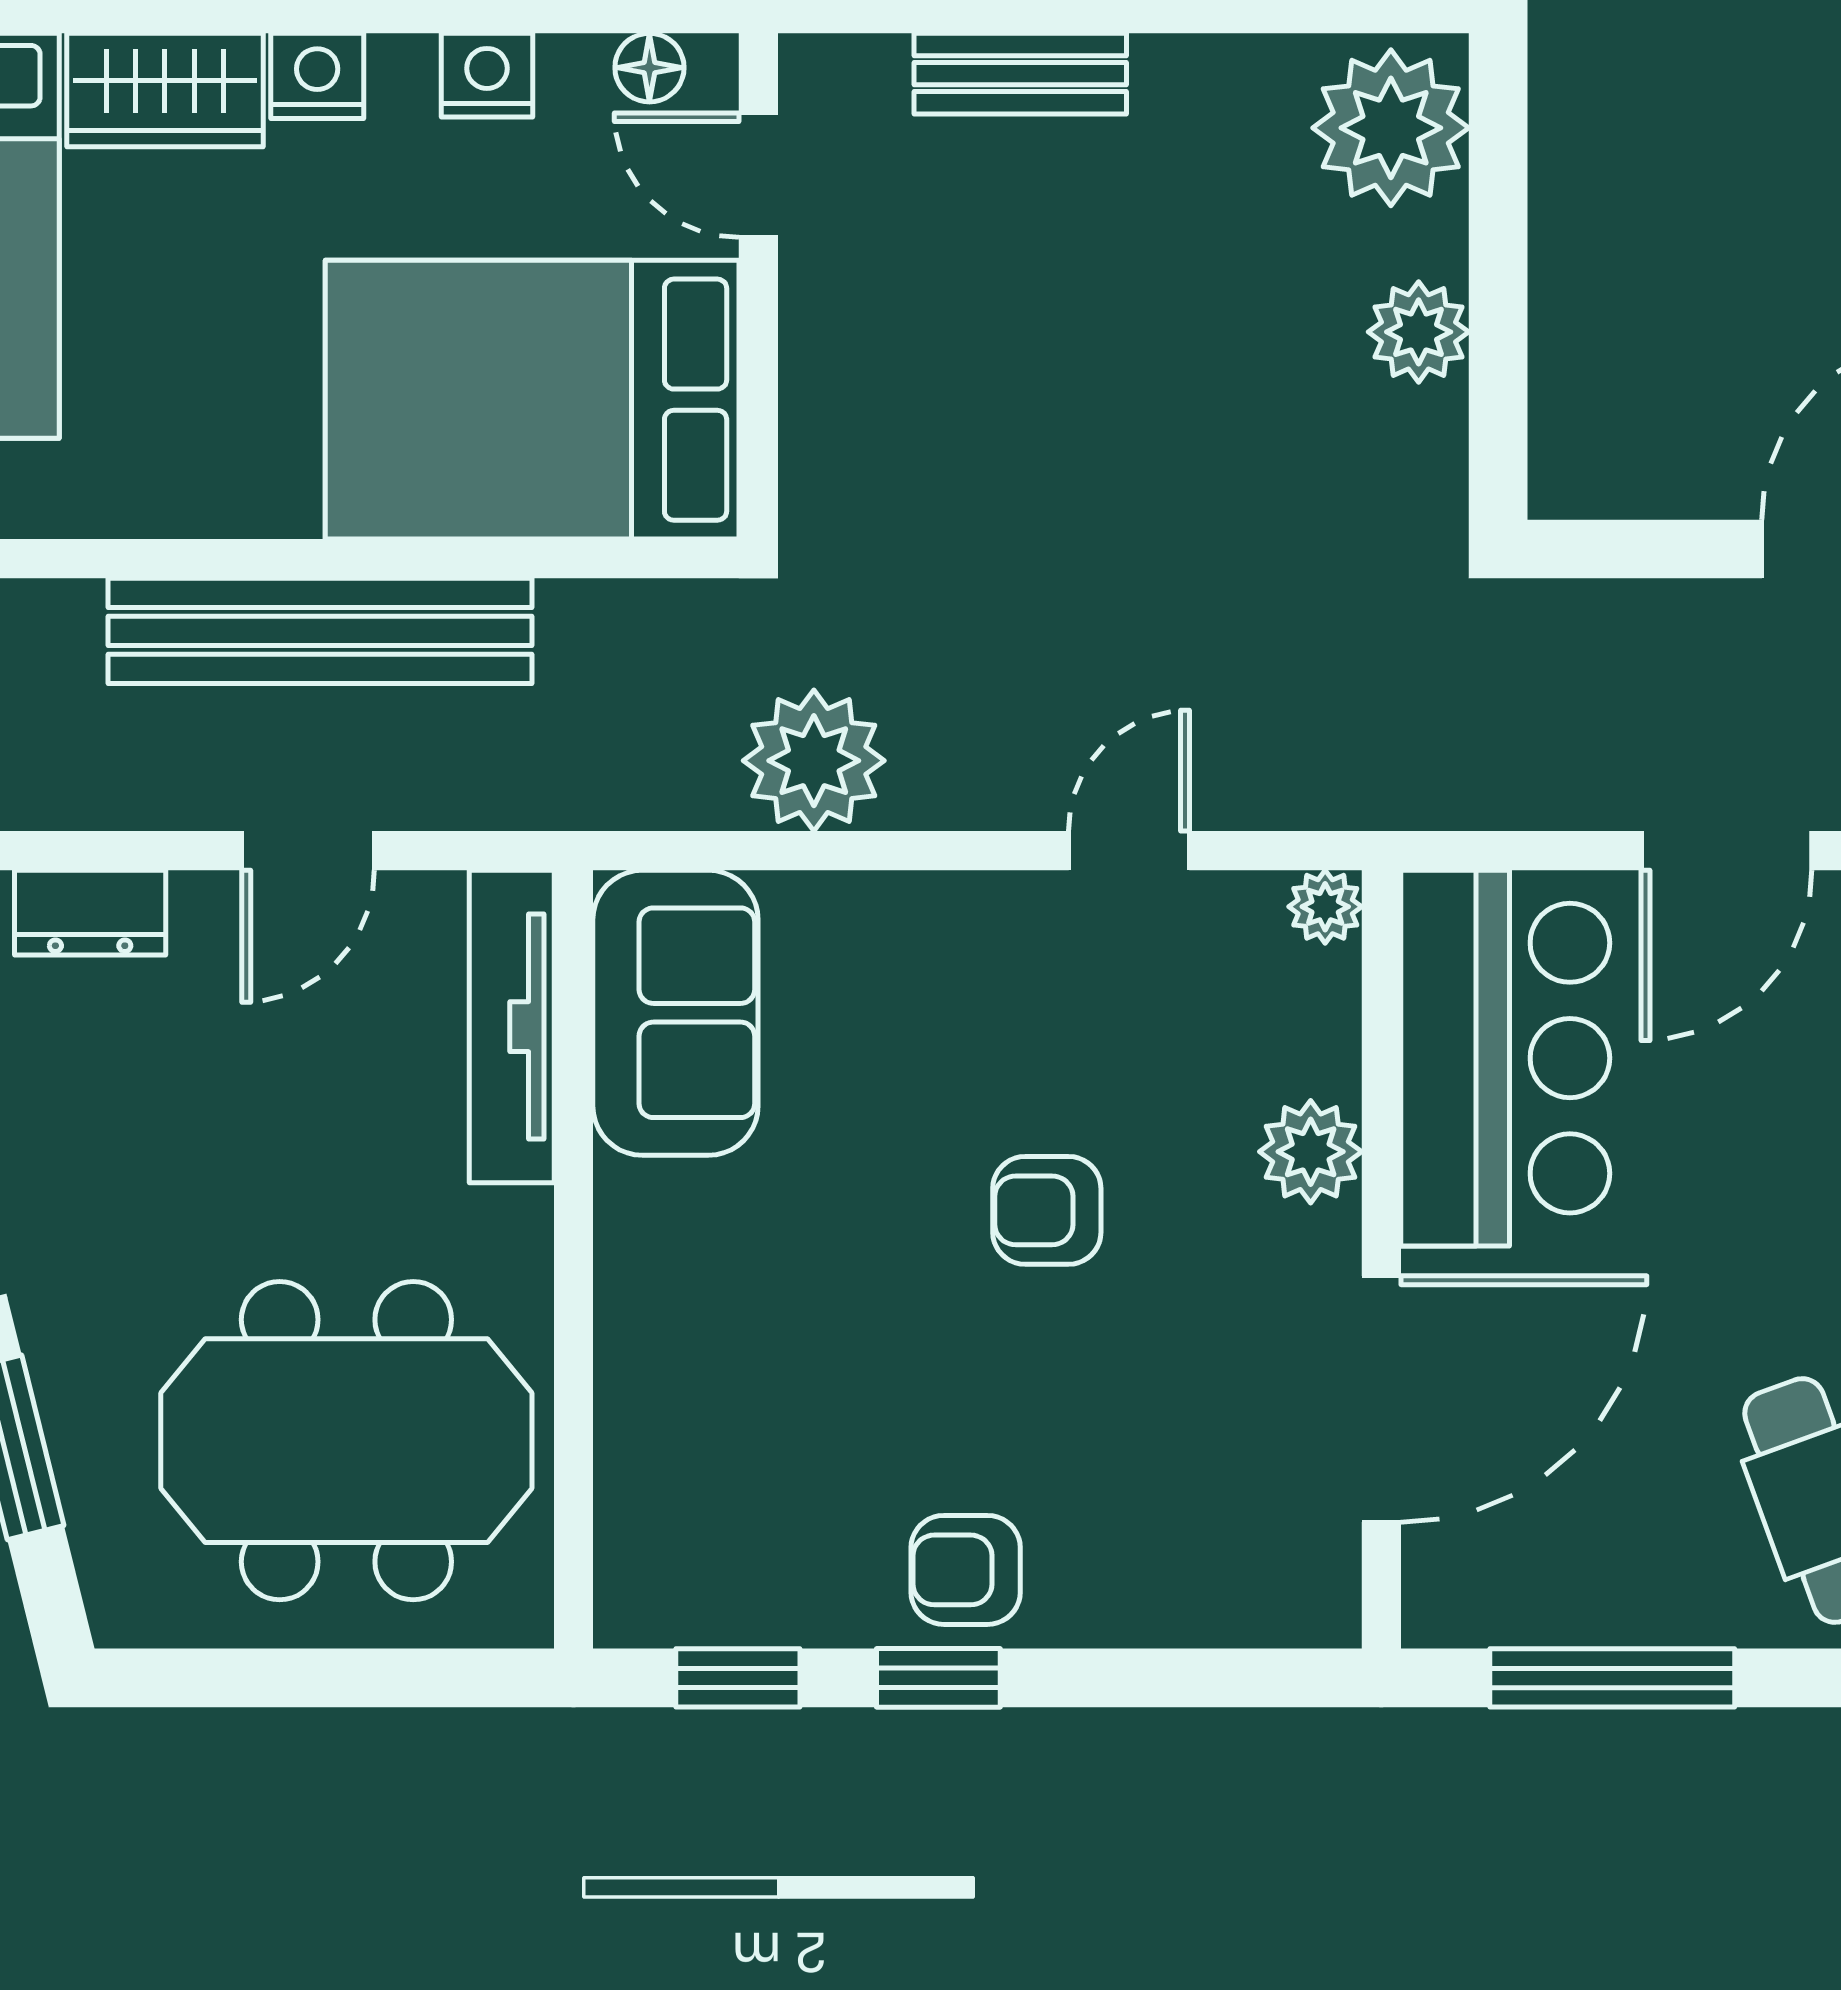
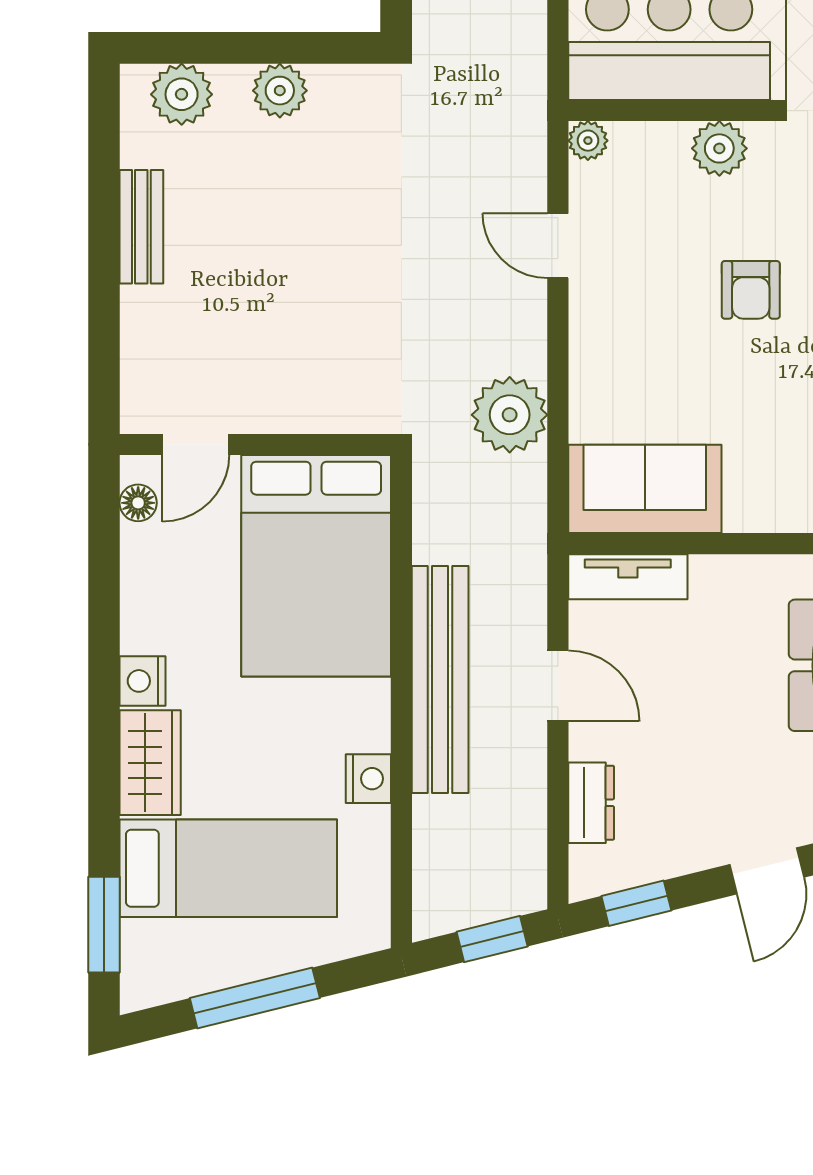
bench: (1020, 74) -> (141, 227), moved
nightstand: (487, 75) -> (368, 779), moved, turned 180
plant: (1391, 128) -> (182, 94), width x0.73, depth x0.73
tv unit: (512, 1027) -> (628, 577), width x0.71

